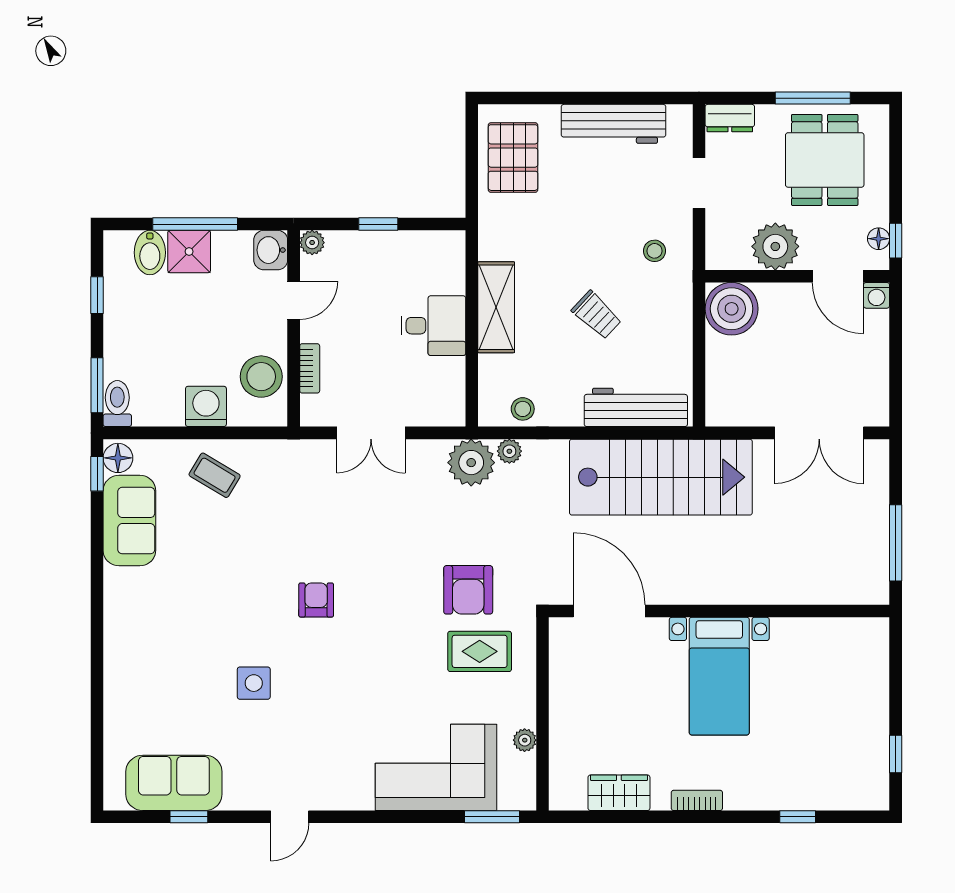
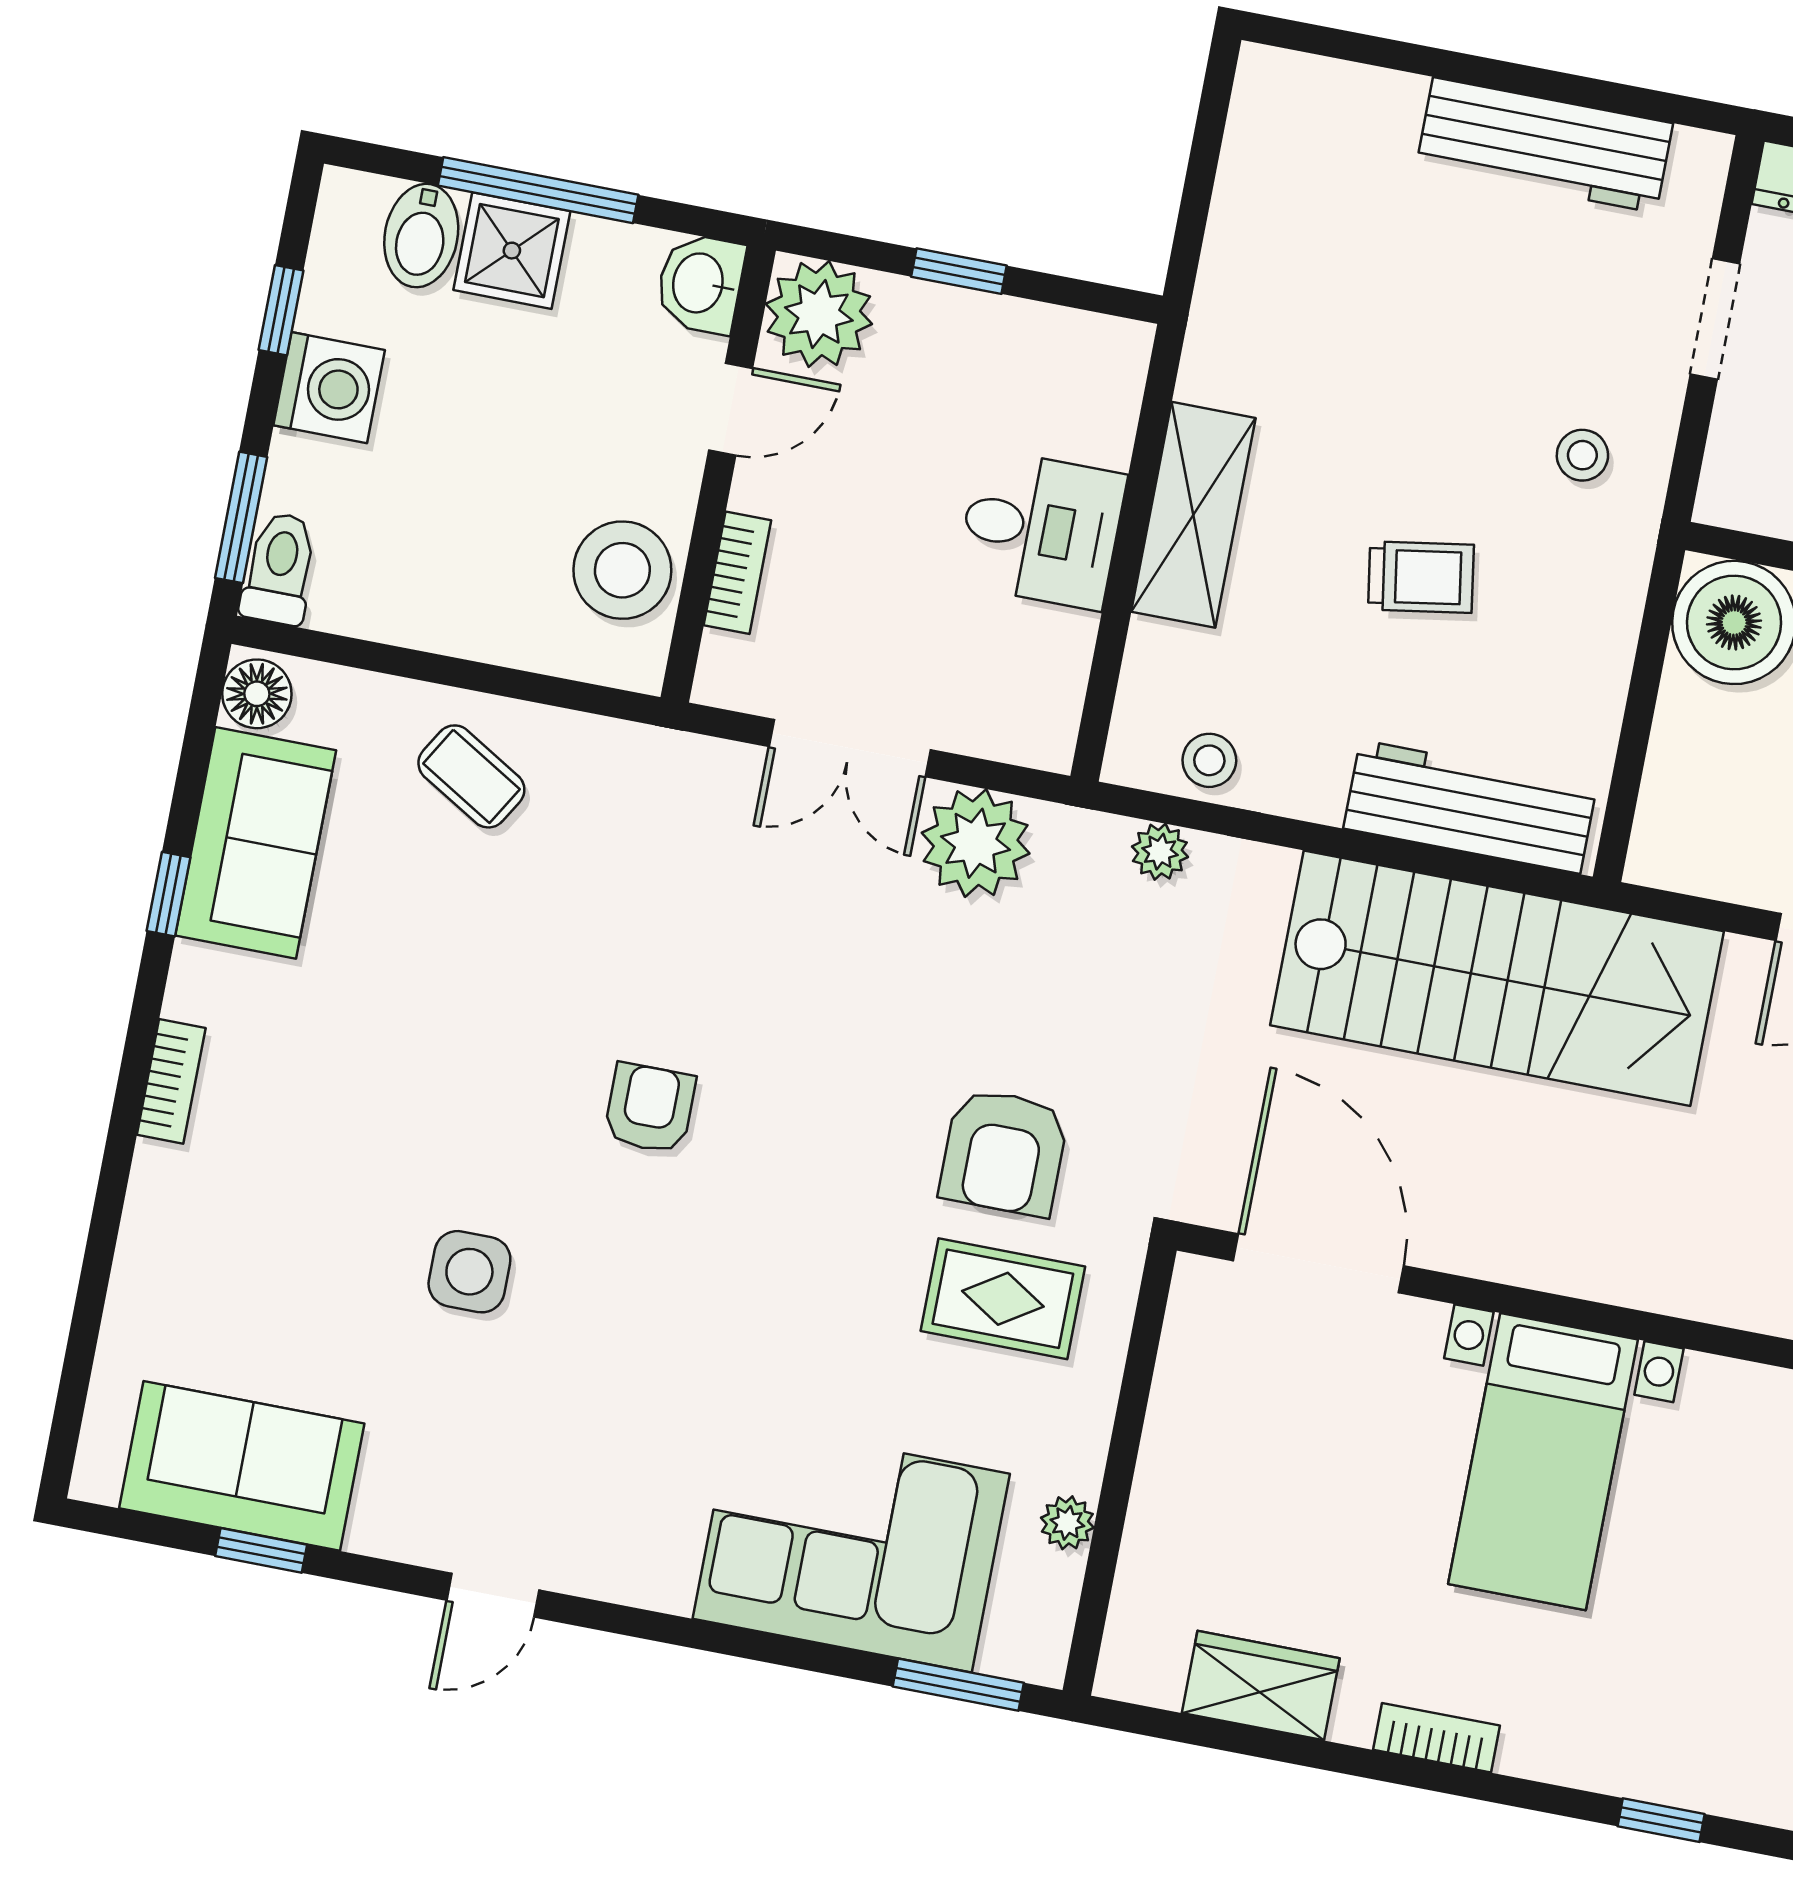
pallet: (513, 158) -> (1298, 178), removed
plant: (312, 243) -> (819, 314), width x1.87, depth x1.87
trolley: (597, 315) -> (1421, 577), turned -52
washing machine: (206, 406) -> (329, 388), moved, turned 90
plant: (471, 463) -> (976, 843), moved
window: (97, 474) -> (169, 894), moved
bookcase: (113, 627) -> (171, 1081), added

